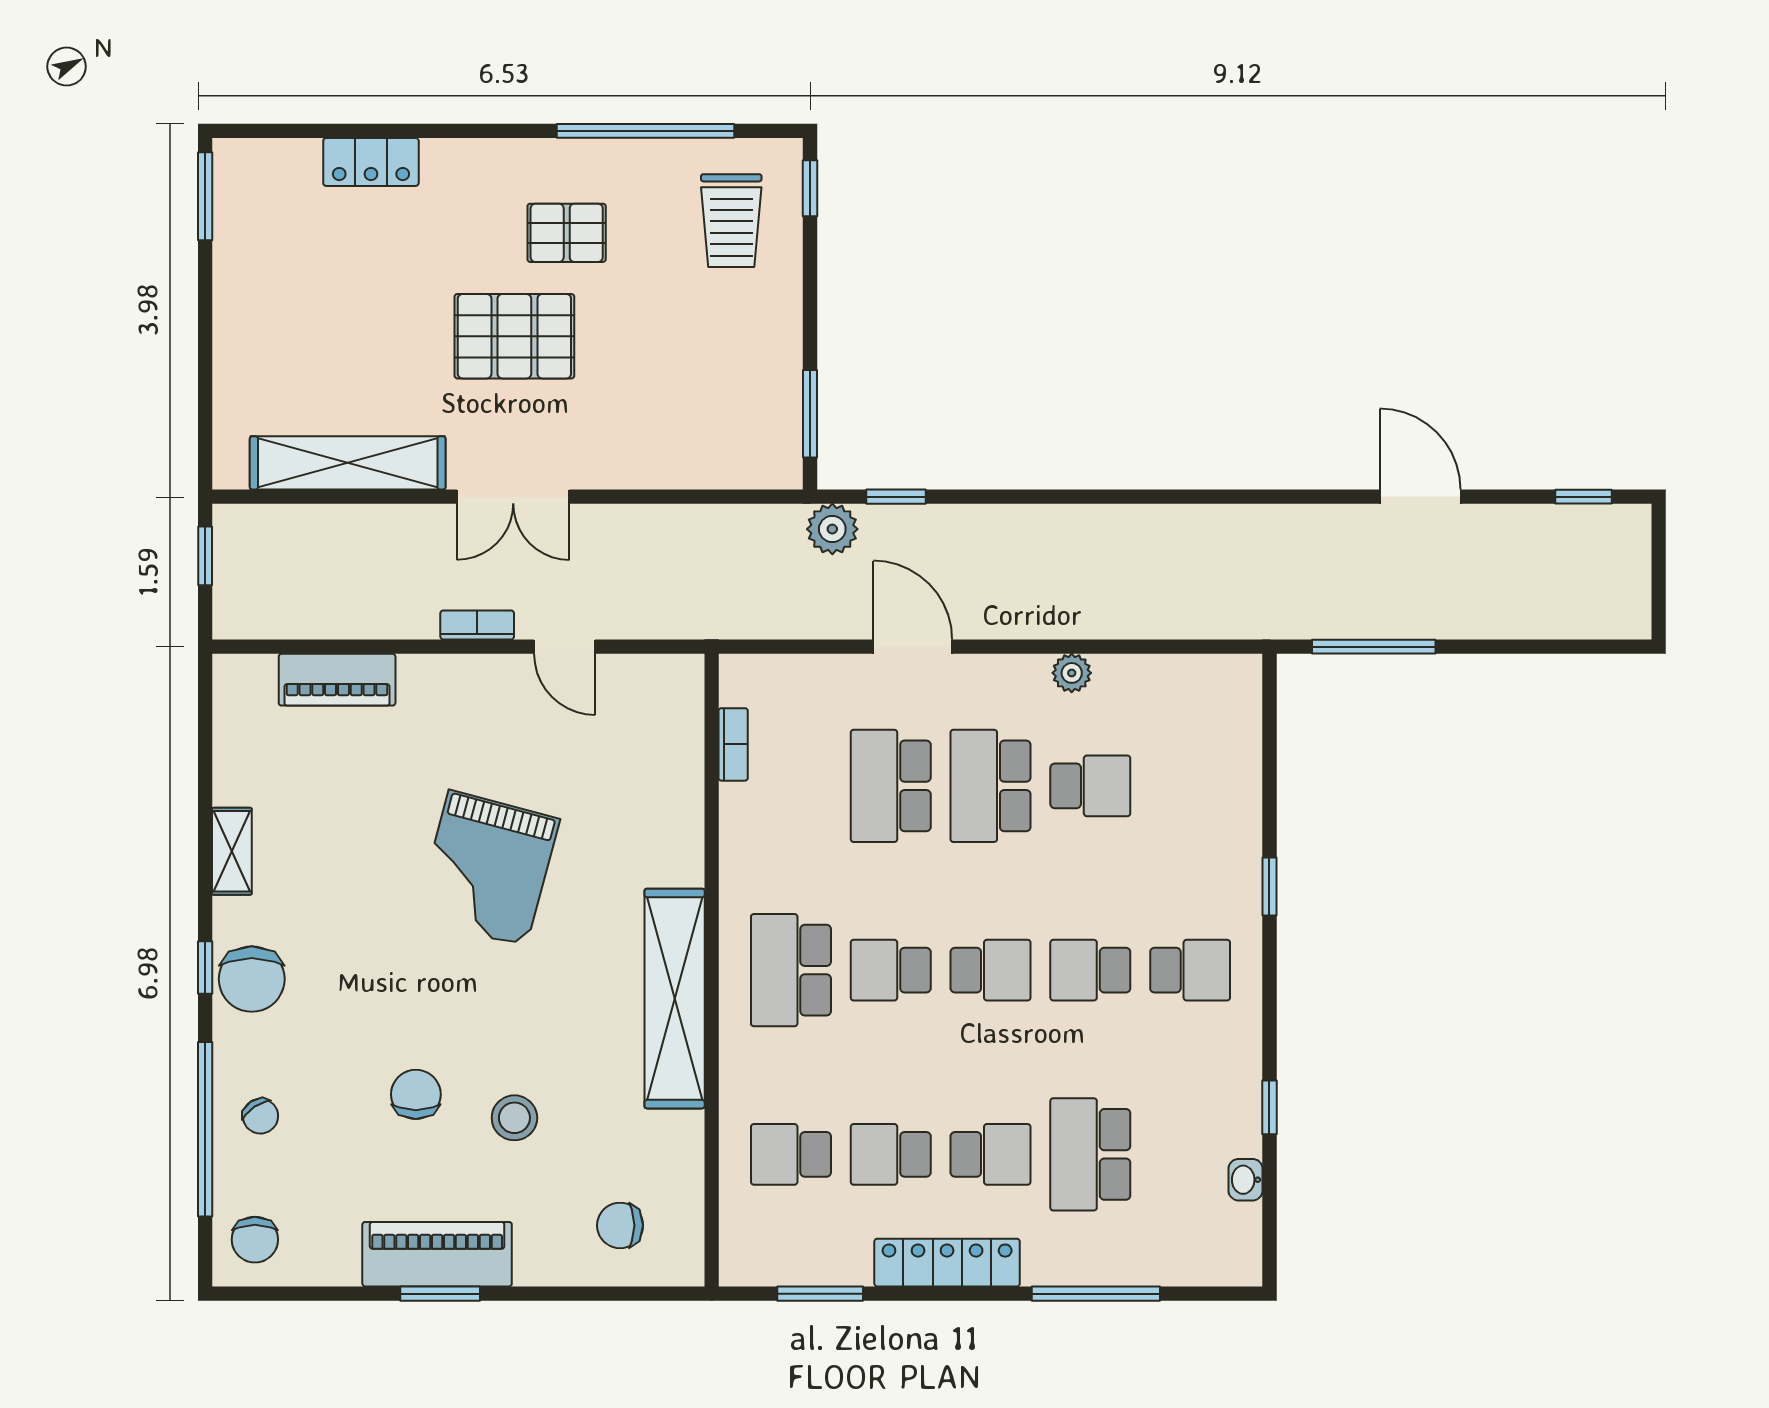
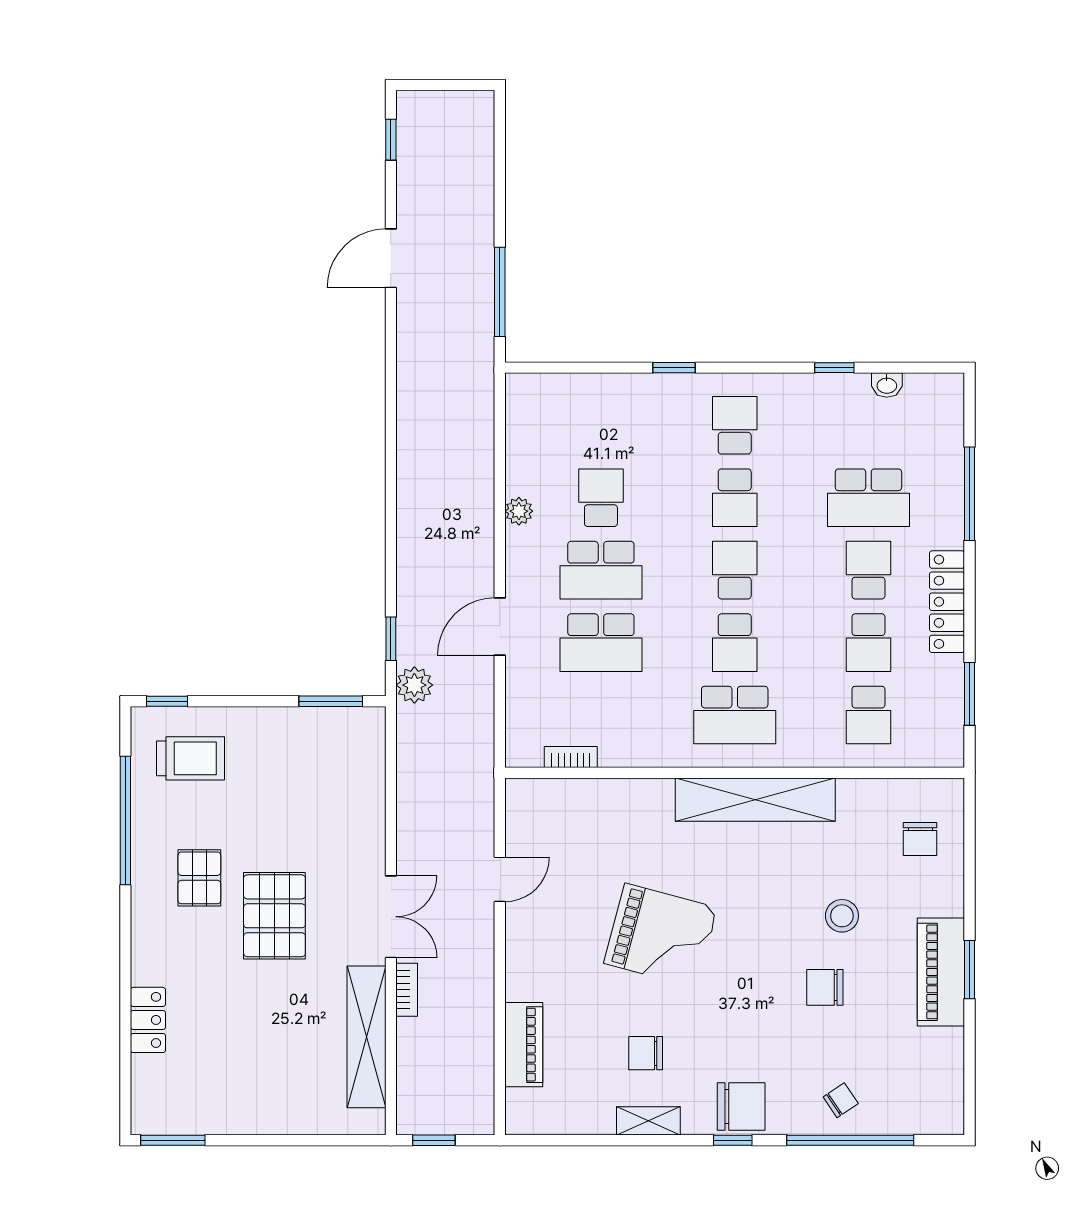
bookcase: (477, 625) -> (407, 990), moved, turned 180
chair: (255, 1240) -> (646, 1053), moved, turned 180

